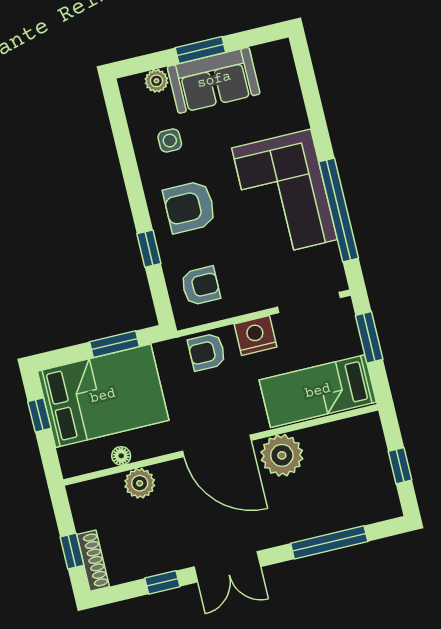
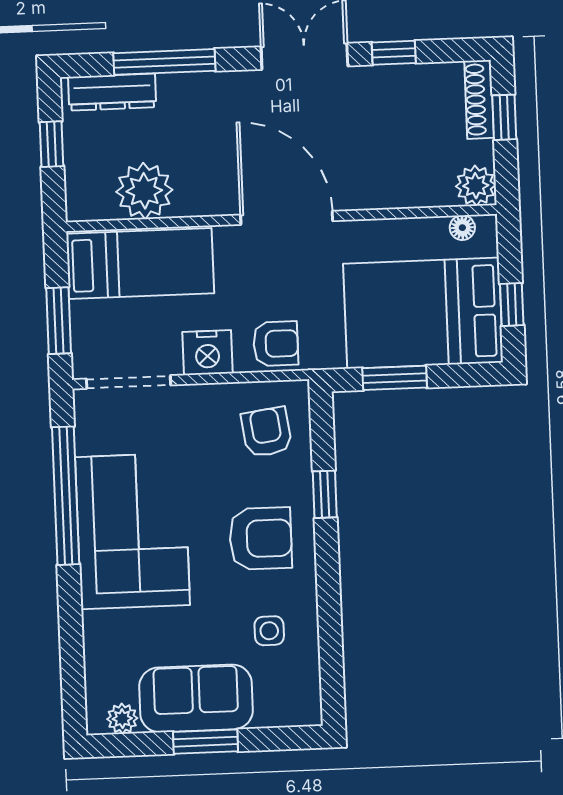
plant: (156, 81) -> (122, 719), moved
armchair: (201, 286) -> (267, 432), turned 82
plant: (282, 455) -> (144, 191), moved
floor lamp: (121, 456) -> (462, 228), moved
plant: (140, 483) -> (476, 186), moved
dresser: (363, 513) -> (112, 92), added

